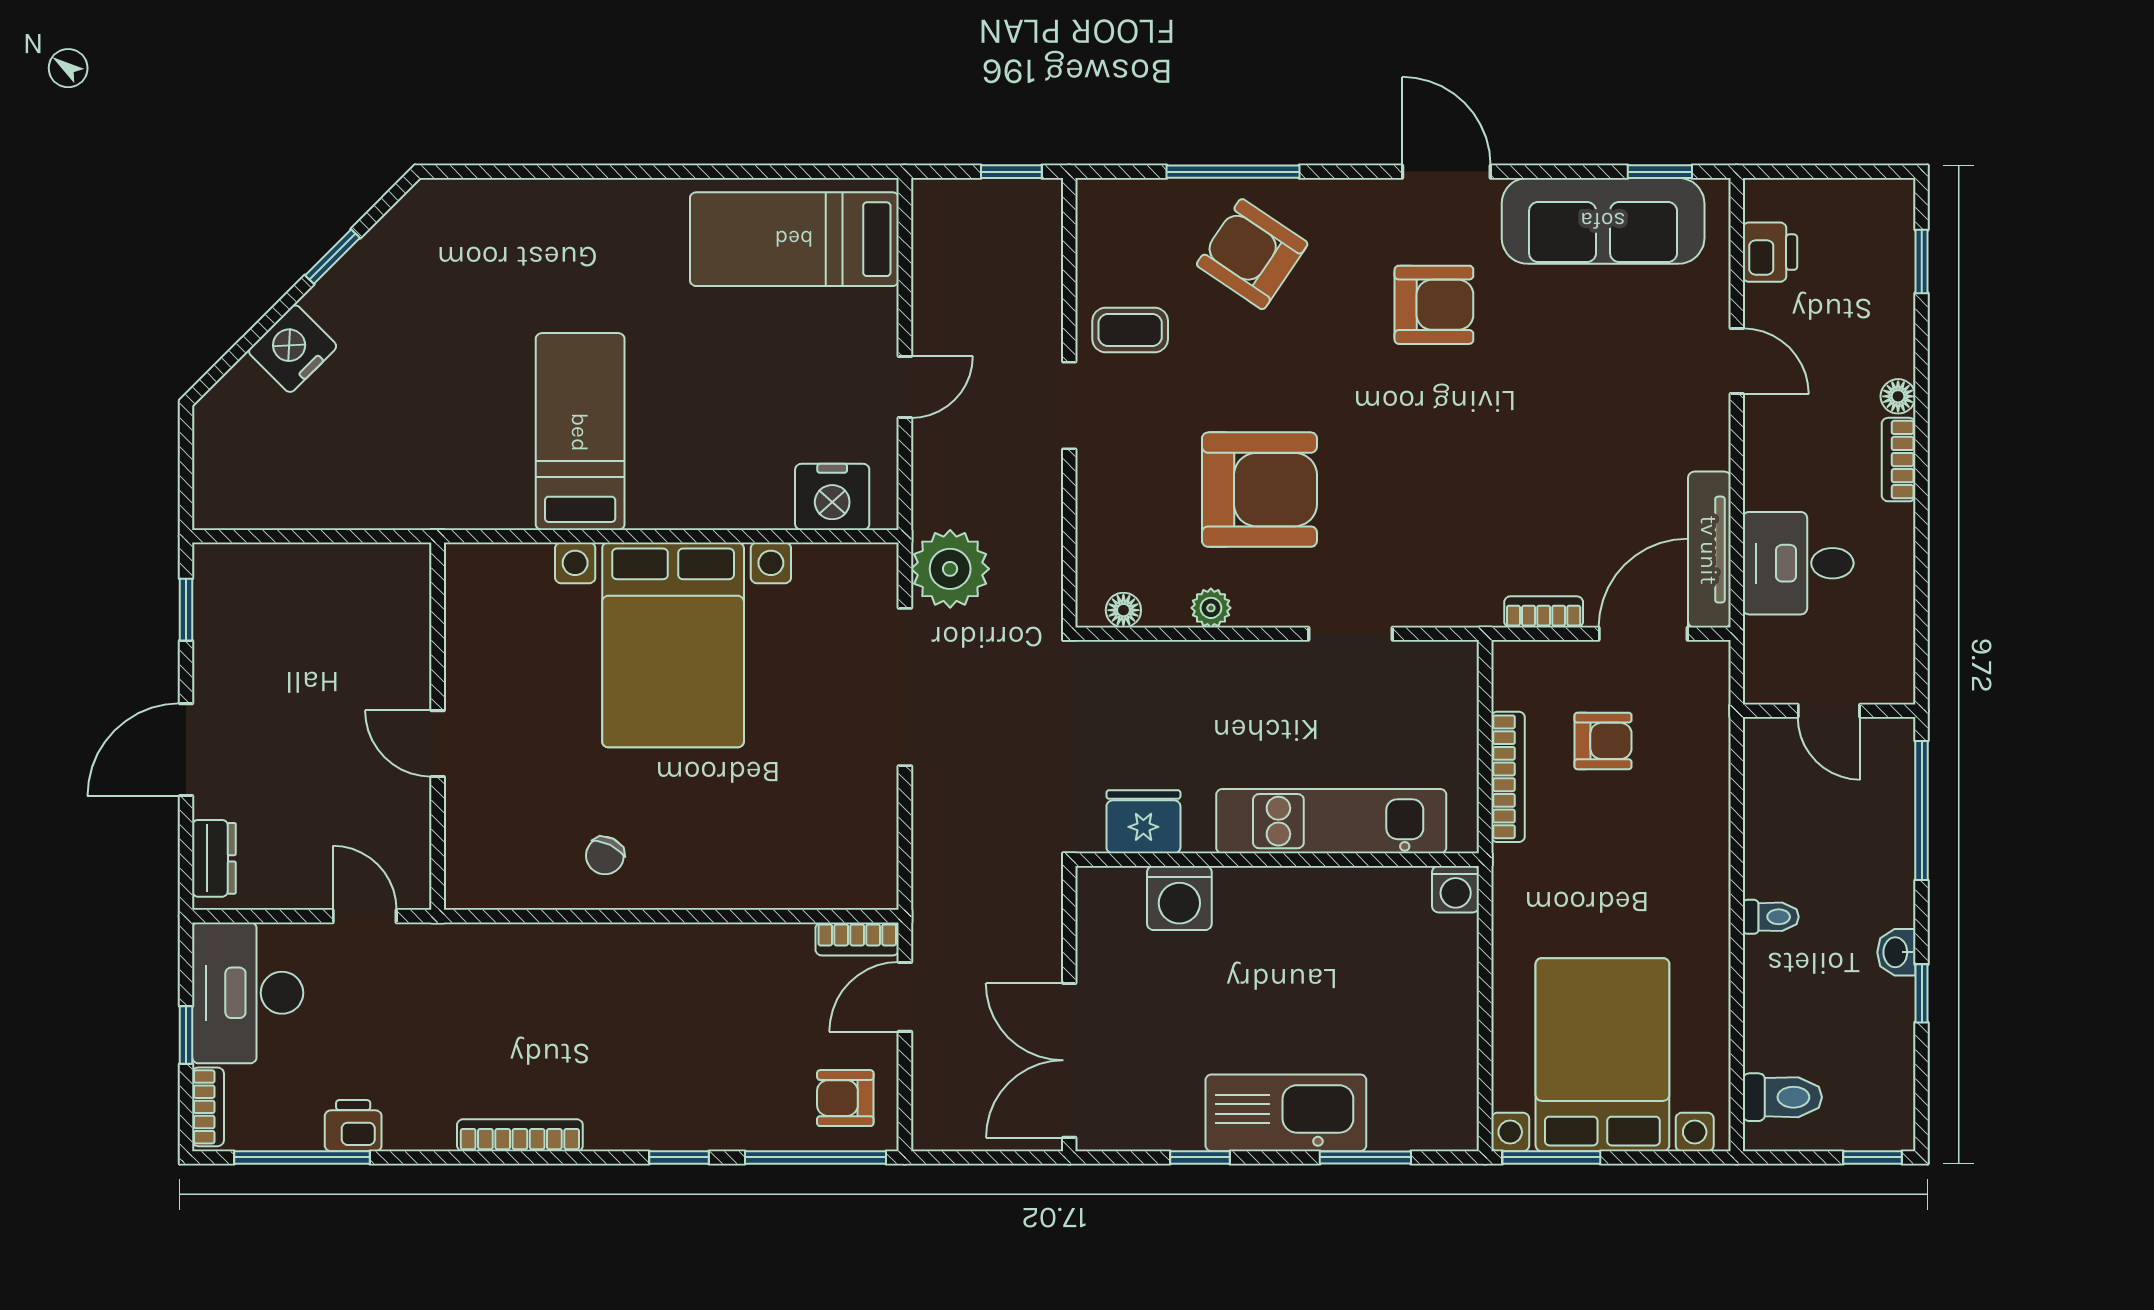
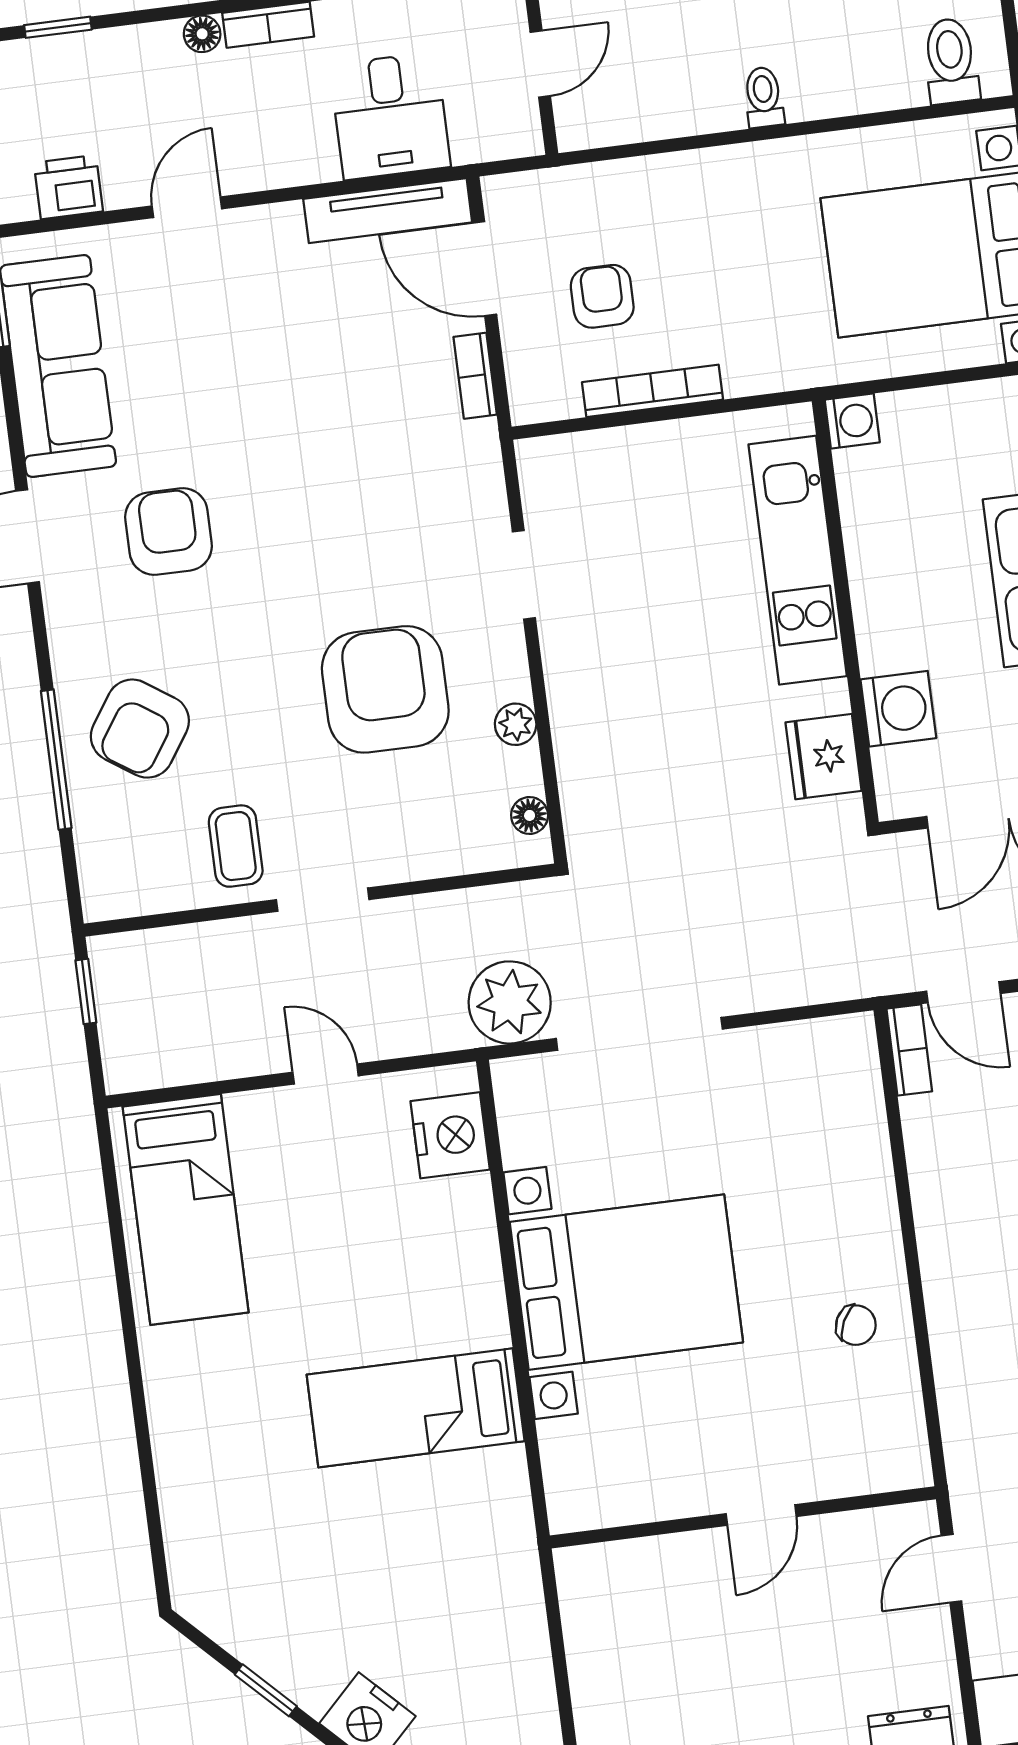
kitchen unit: (1331, 821) -> (798, 560), moved
fridge: (1143, 822) -> (824, 757), moved
wall: (1277, 860) -> (845, 612), moved
washing machine: (1456, 889) -> (852, 421), moved
washing machine: (1179, 898) -> (898, 709), moved

